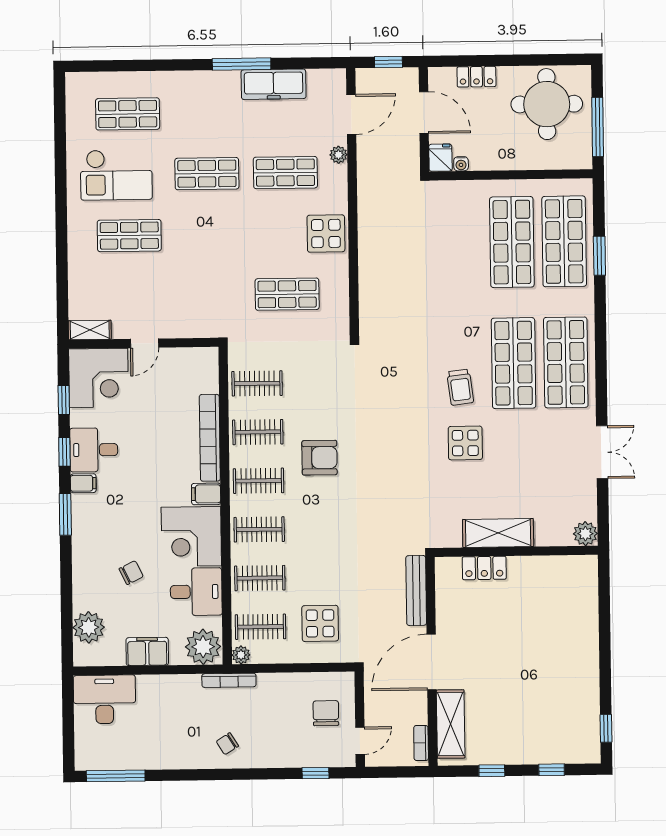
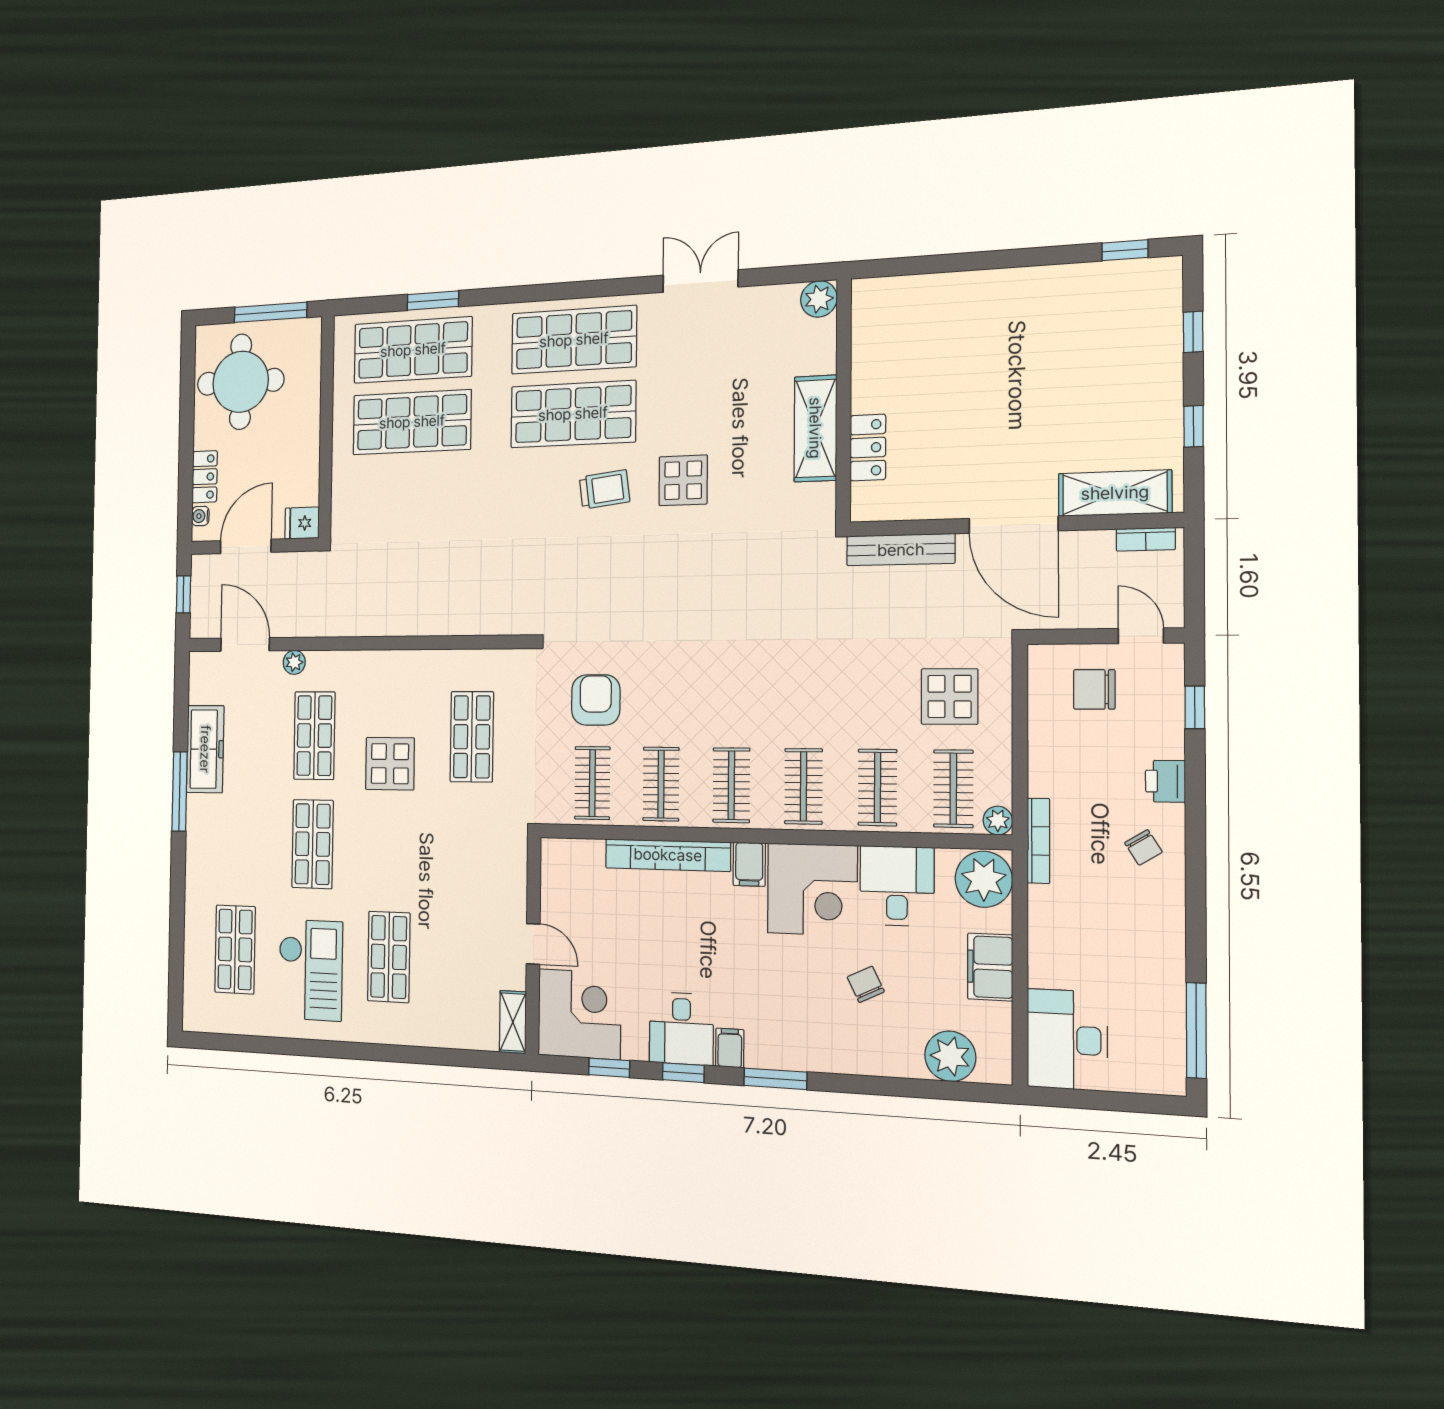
water cooler: (461, 164) -> (200, 516), moved, turned 180
display table: (326, 233) -> (390, 764), moved
armchair: (320, 458) -> (596, 700), moved
printer: (269, 756) -> (1165, 781), added

